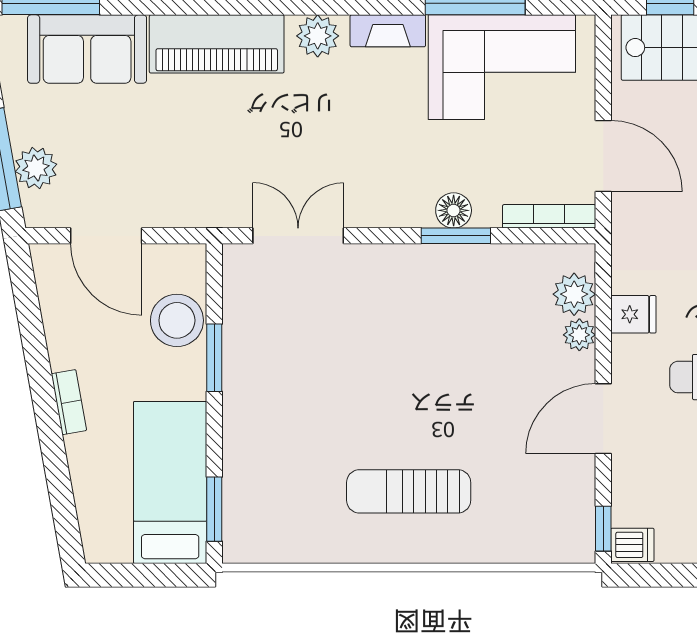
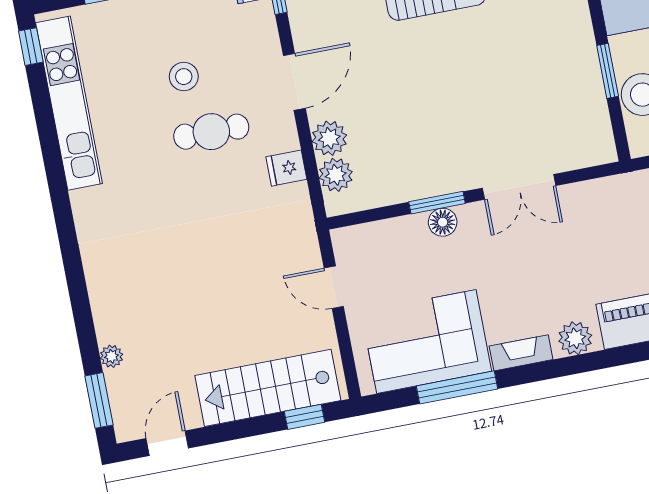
door: (603, 156) -> (334, 287), width x0.73
bookcase: (549, 216) -> (367, 232), removed
double door: (298, 236) -> (519, 187), moved
plant: (579, 335) -> (329, 138), width x1.38, depth x1.38

